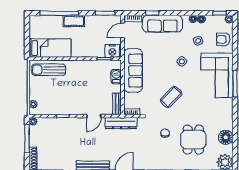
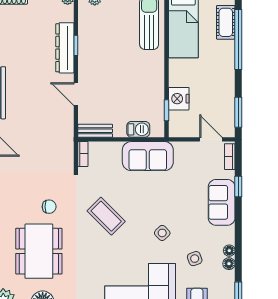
cot: (74, 21) -> (226, 22), moved
sofa: (162, 24) -> (222, 202), width x0.73
nightstand: (112, 51) -> (179, 99), moved
sofa: (133, 71) -> (148, 156), width x0.73
dresser: (121, 123) -> (65, 48), moved
dining table: (193, 140) -> (39, 251), width x1.38

